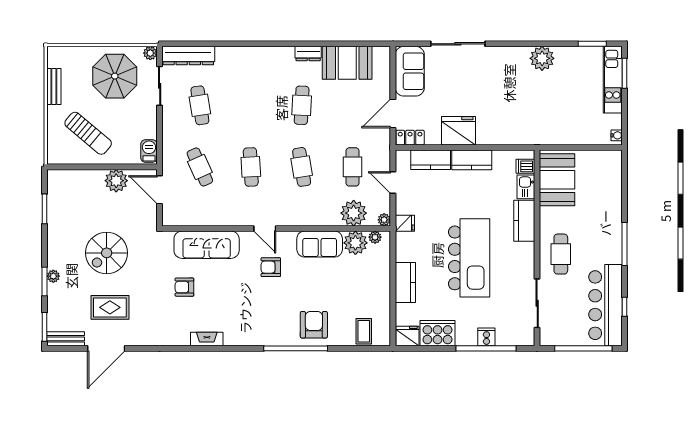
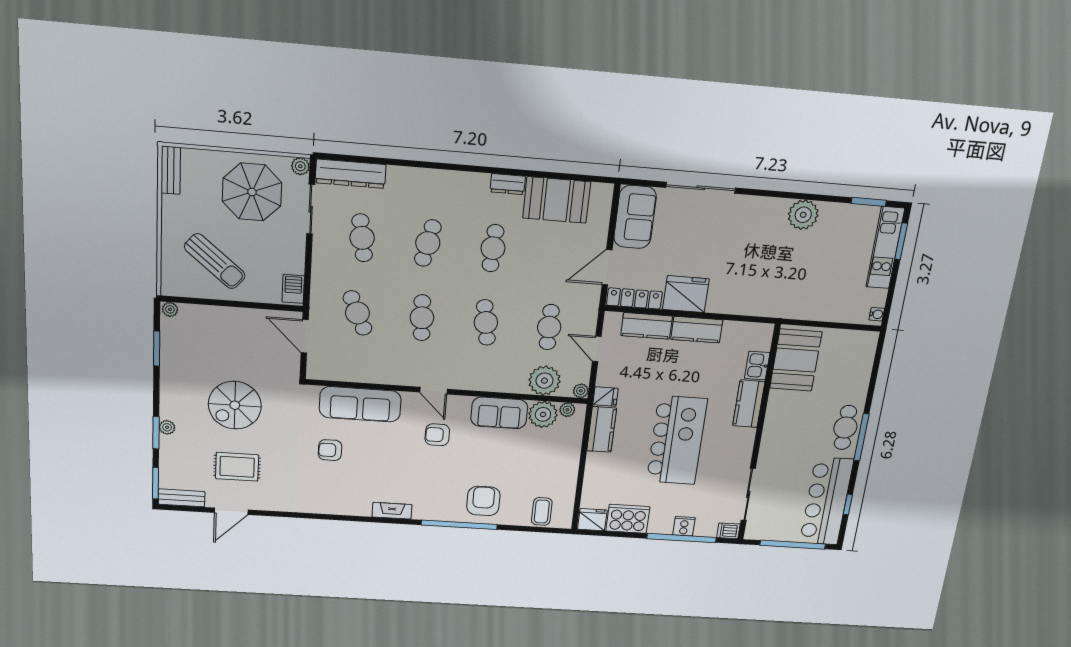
bench: (54, 87) -> (171, 170), moved
cafe table: (251, 105) -> (428, 243), added
locker: (410, 138) -> (634, 298), width x1.53
dishwasher: (525, 166) -> (728, 531), moved
plant: (116, 181) -> (170, 309), moved, width x0.53, depth x0.53
cafe table: (561, 254) -> (845, 427), moved
kitchen counter: (405, 283) -> (602, 429), moved
fireplace: (207, 339) -> (392, 511), moved
door: (106, 348) -> (231, 511), width x0.73

